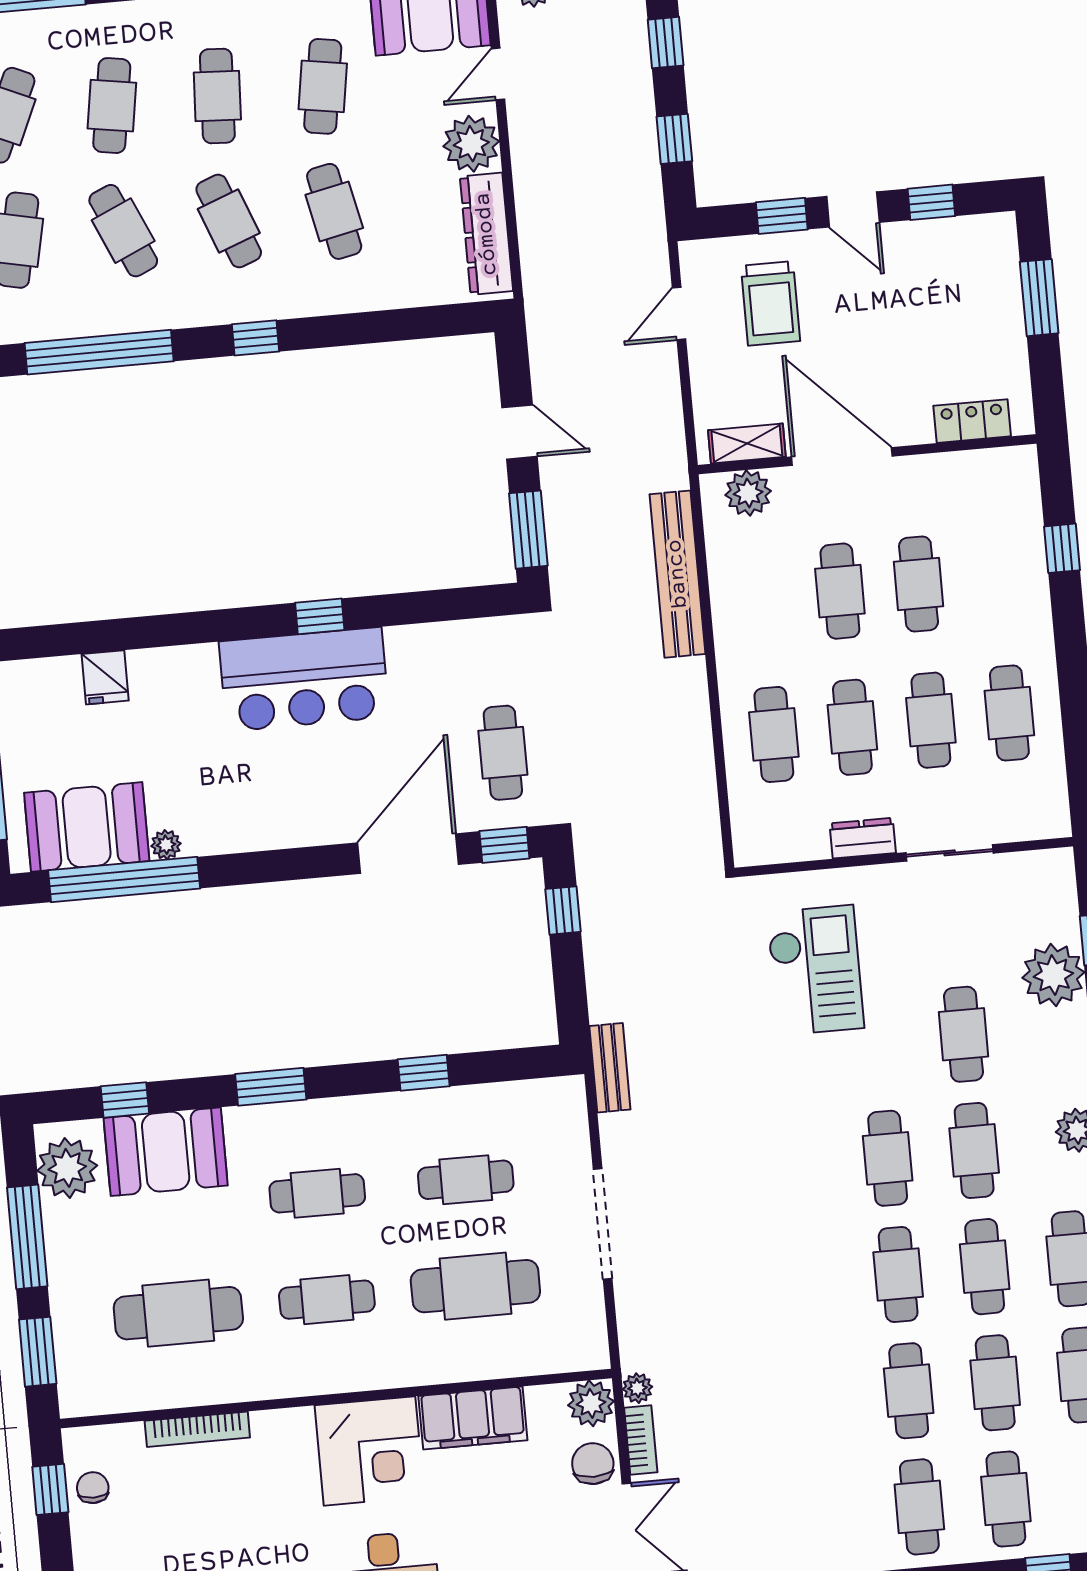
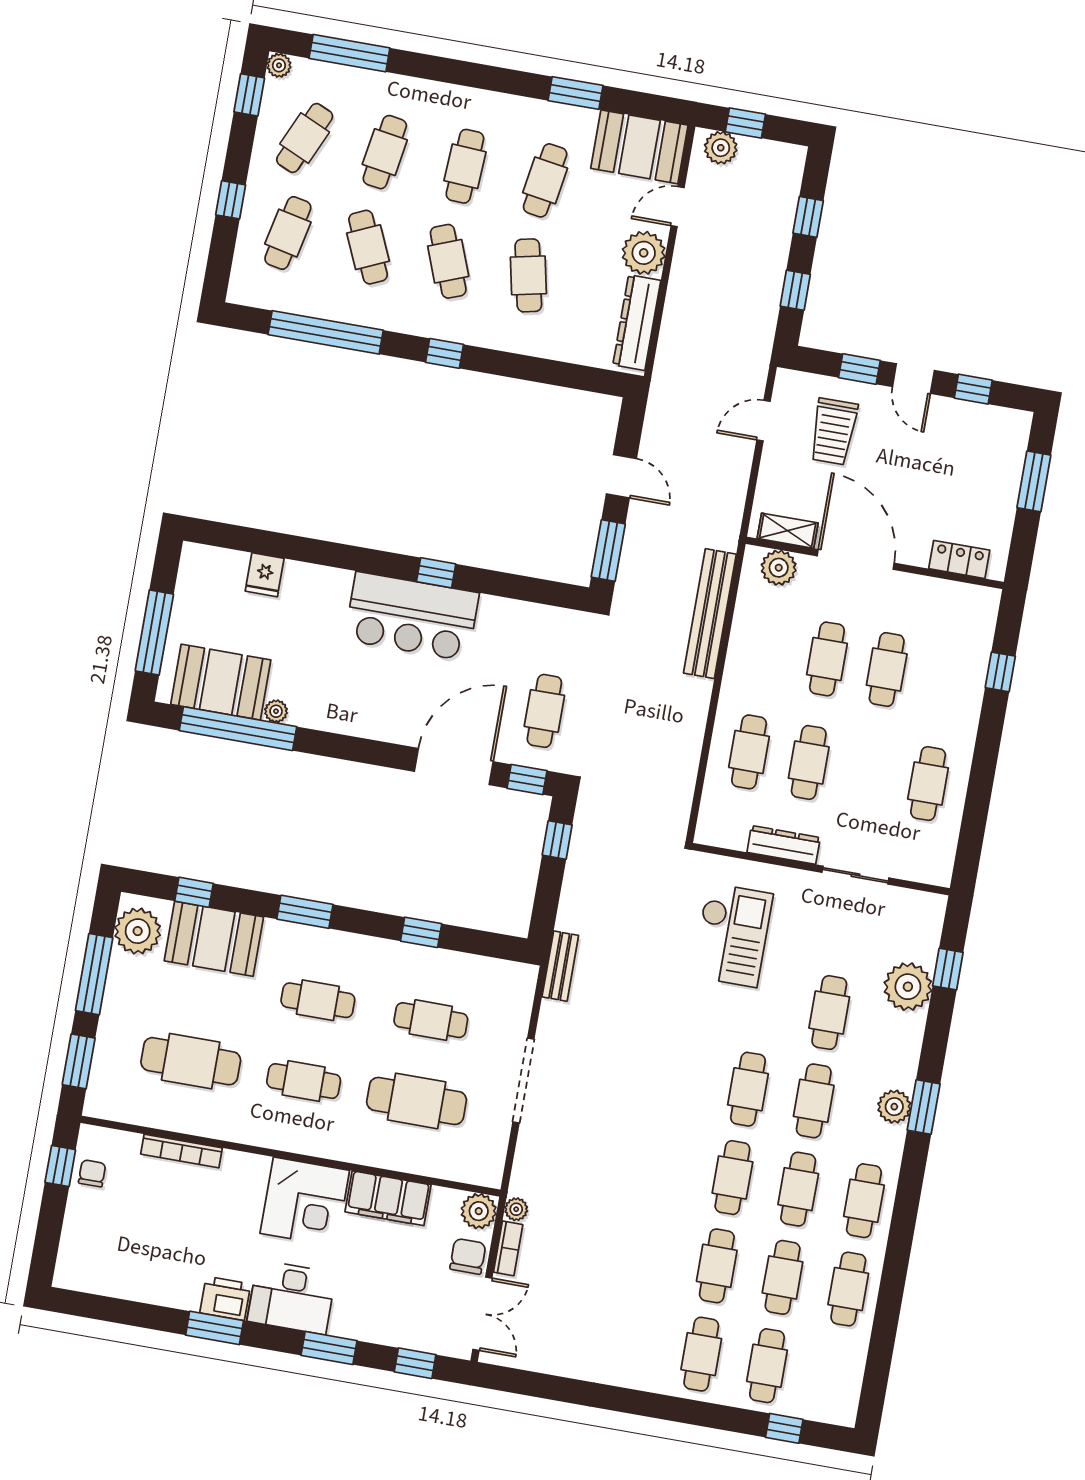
cafe table: (931, 720) -> (868, 773), removed
dresser: (863, 838) -> (784, 845), width x1.44

